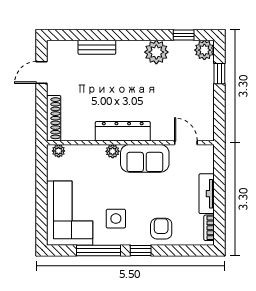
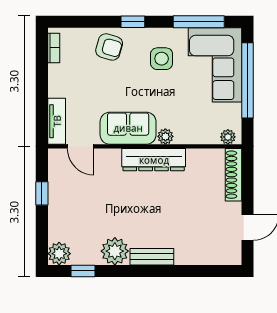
bench: (97, 47) -> (152, 257), moved
window: (219, 74) -> (42, 193), moved
tv unit: (207, 194) -> (57, 121), moved
window: (42, 200) -> (248, 80), added
armchair: (161, 229) -> (109, 47), turned -74
window: (99, 250) -> (199, 22), moved

